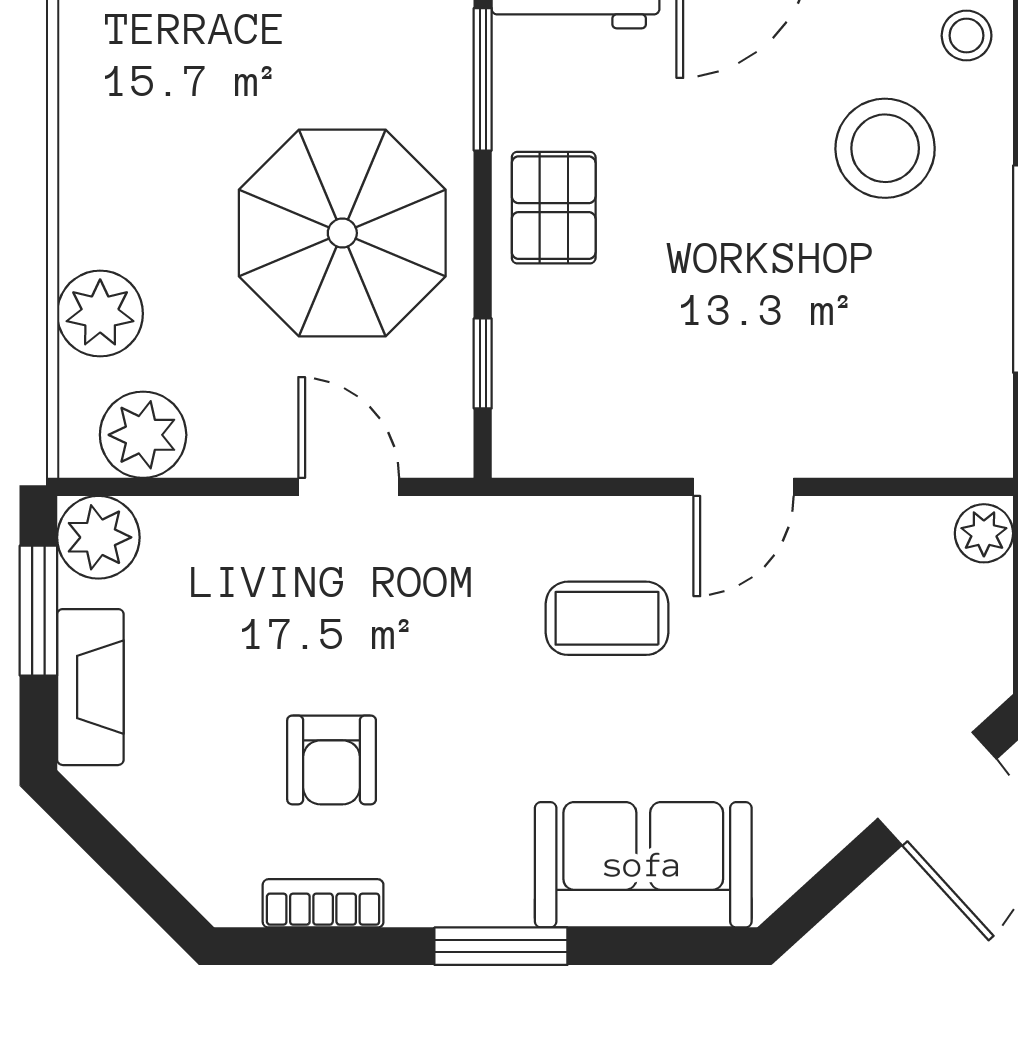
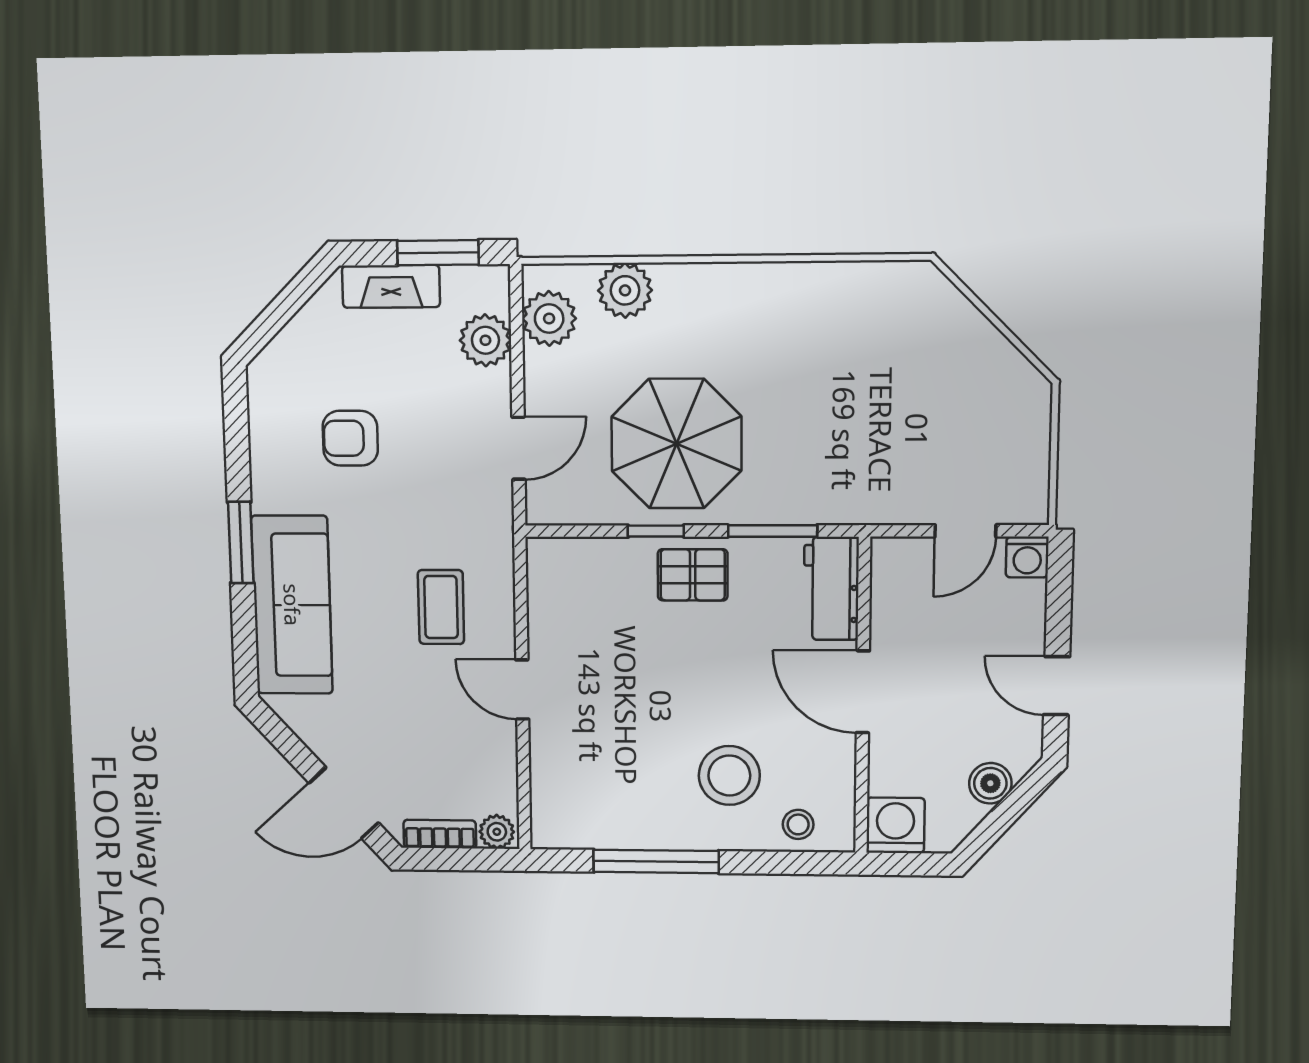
window: (483, 363) -> (656, 531), moved
plant: (98, 537) -> (485, 340), moved
sofa: (643, 865) -> (292, 605), width x1.36
bookcase: (323, 903) -> (440, 834), moved, turned -90

